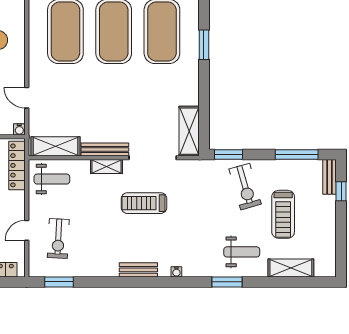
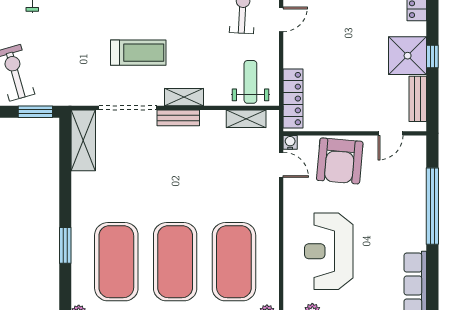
door: (27, 98) -> (281, 165), moved
shelving: (55, 146) -> (246, 119), width x0.67, depth x0.75
bench: (105, 150) -> (178, 118), width x0.73
weight bench: (52, 179) -> (250, 82), turned 90

